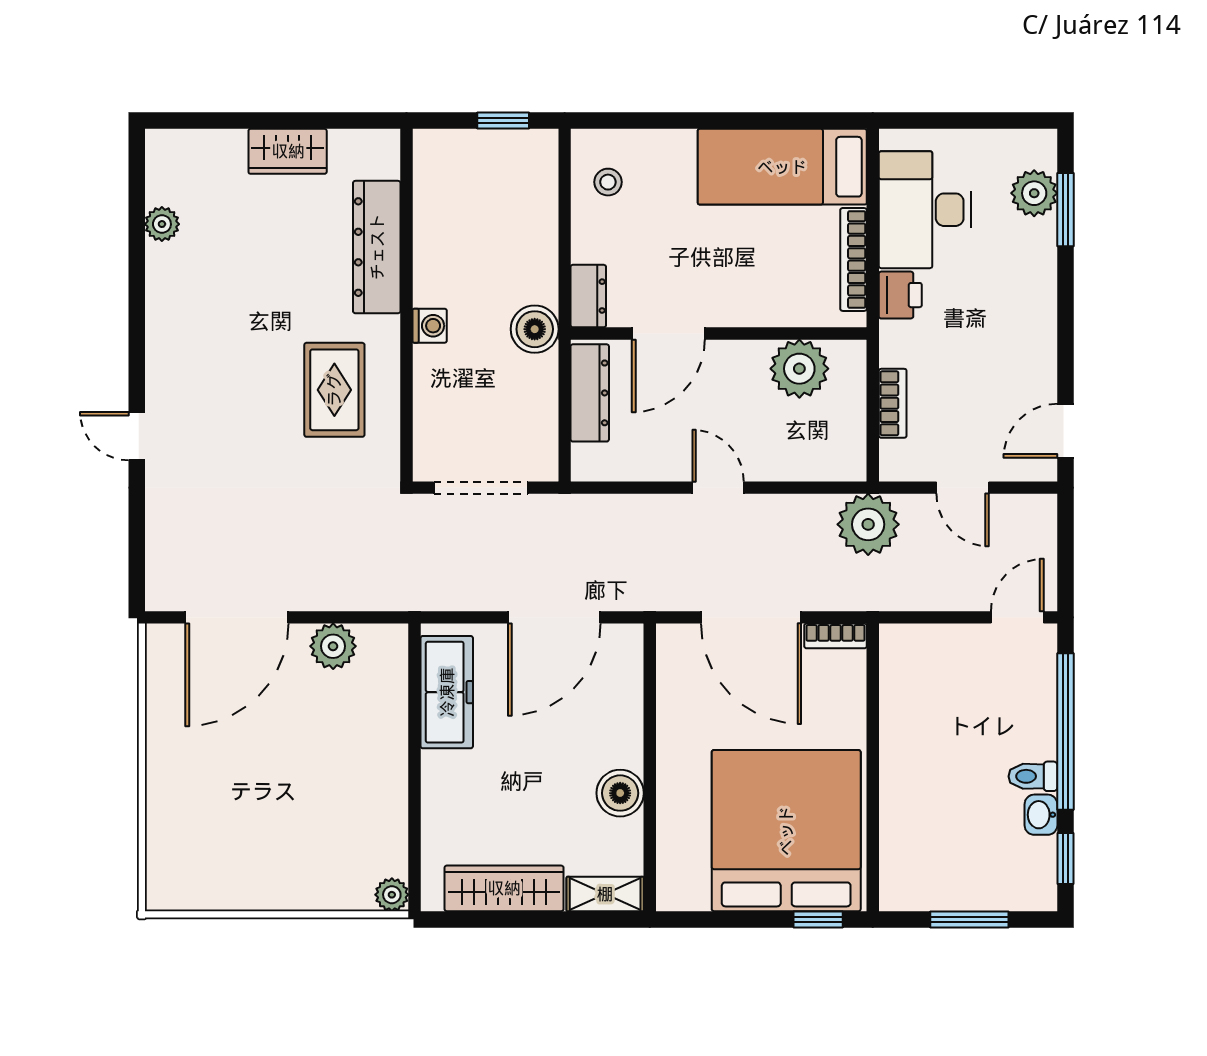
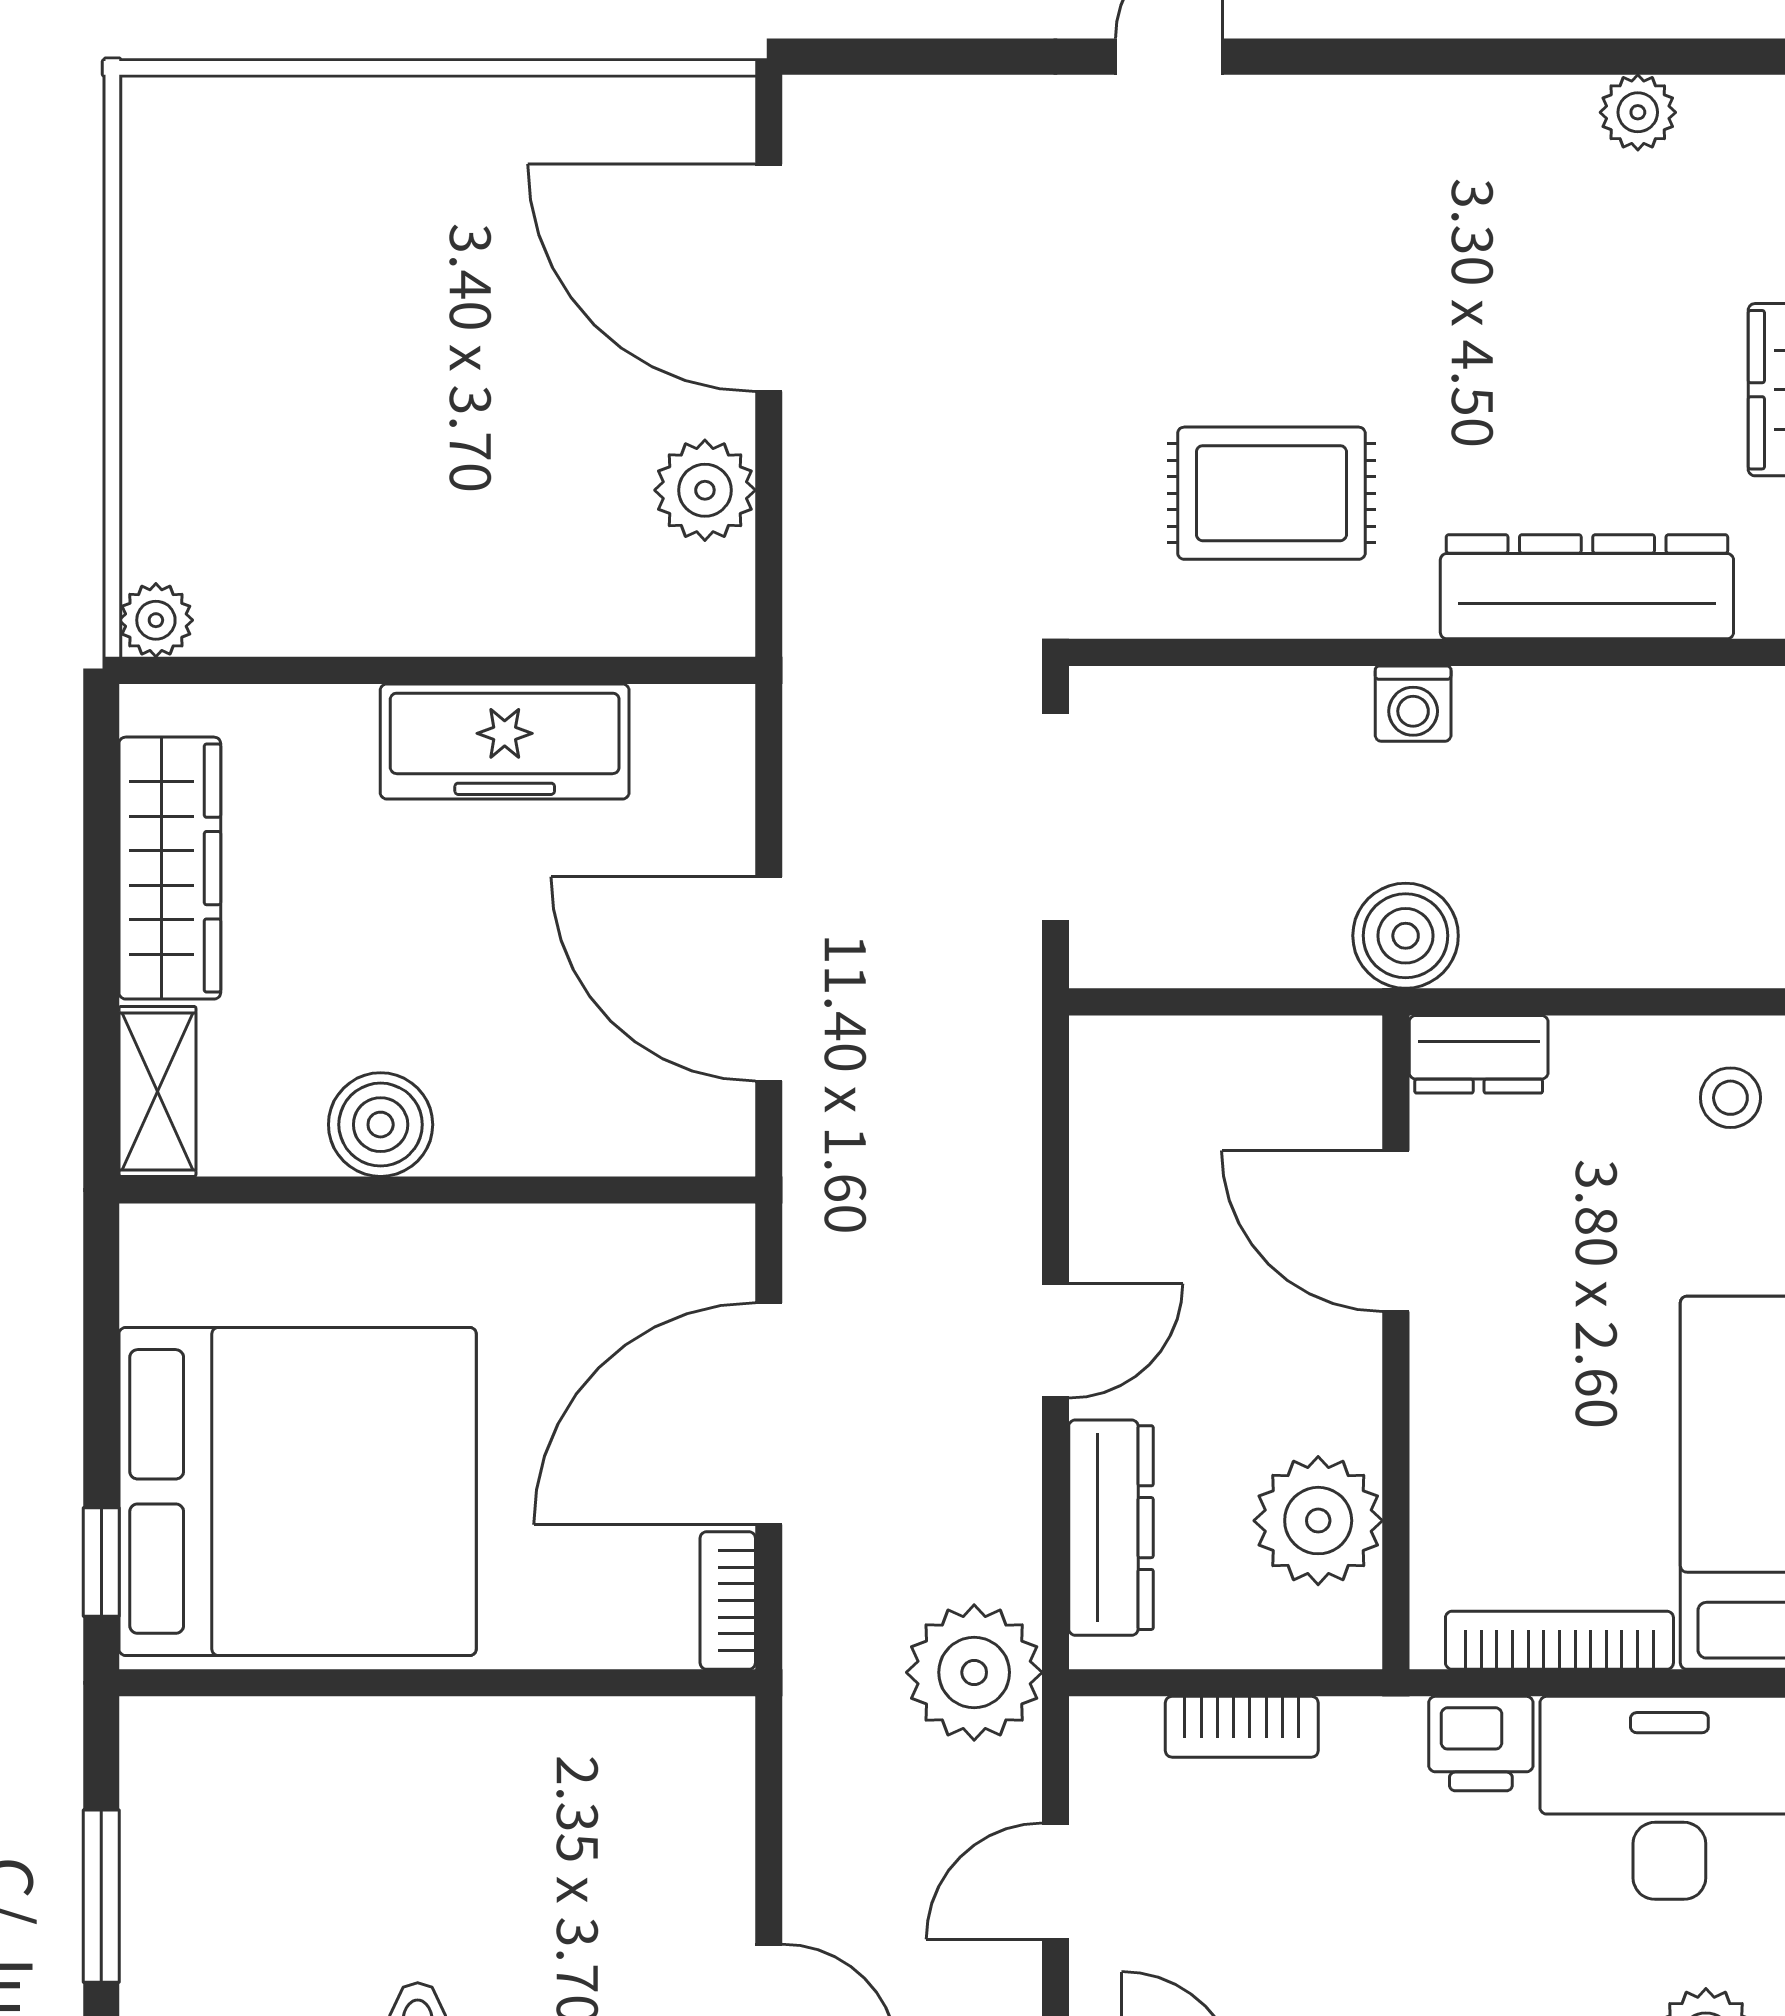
dresser: (590, 393) -> (1111, 1528), moved, turned -90
freezer: (447, 692) -> (505, 741), moved

